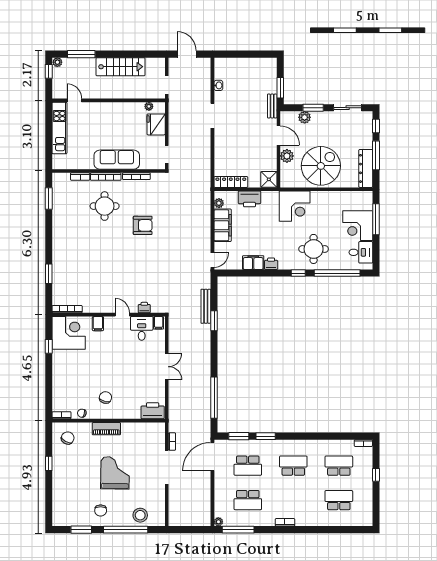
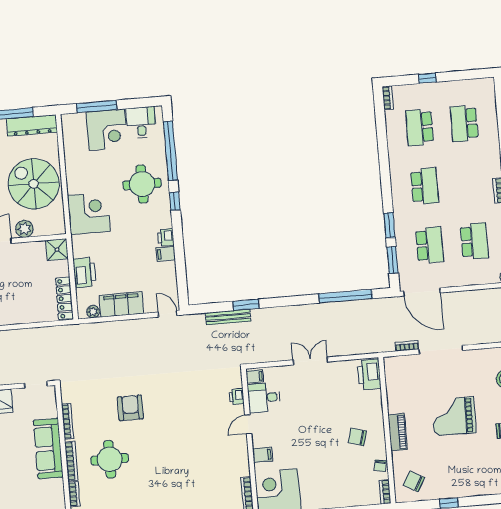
filing cabinet: (253, 263) -> (166, 254), width x0.50
school desk: (293, 466) -> (425, 186), turned 180

